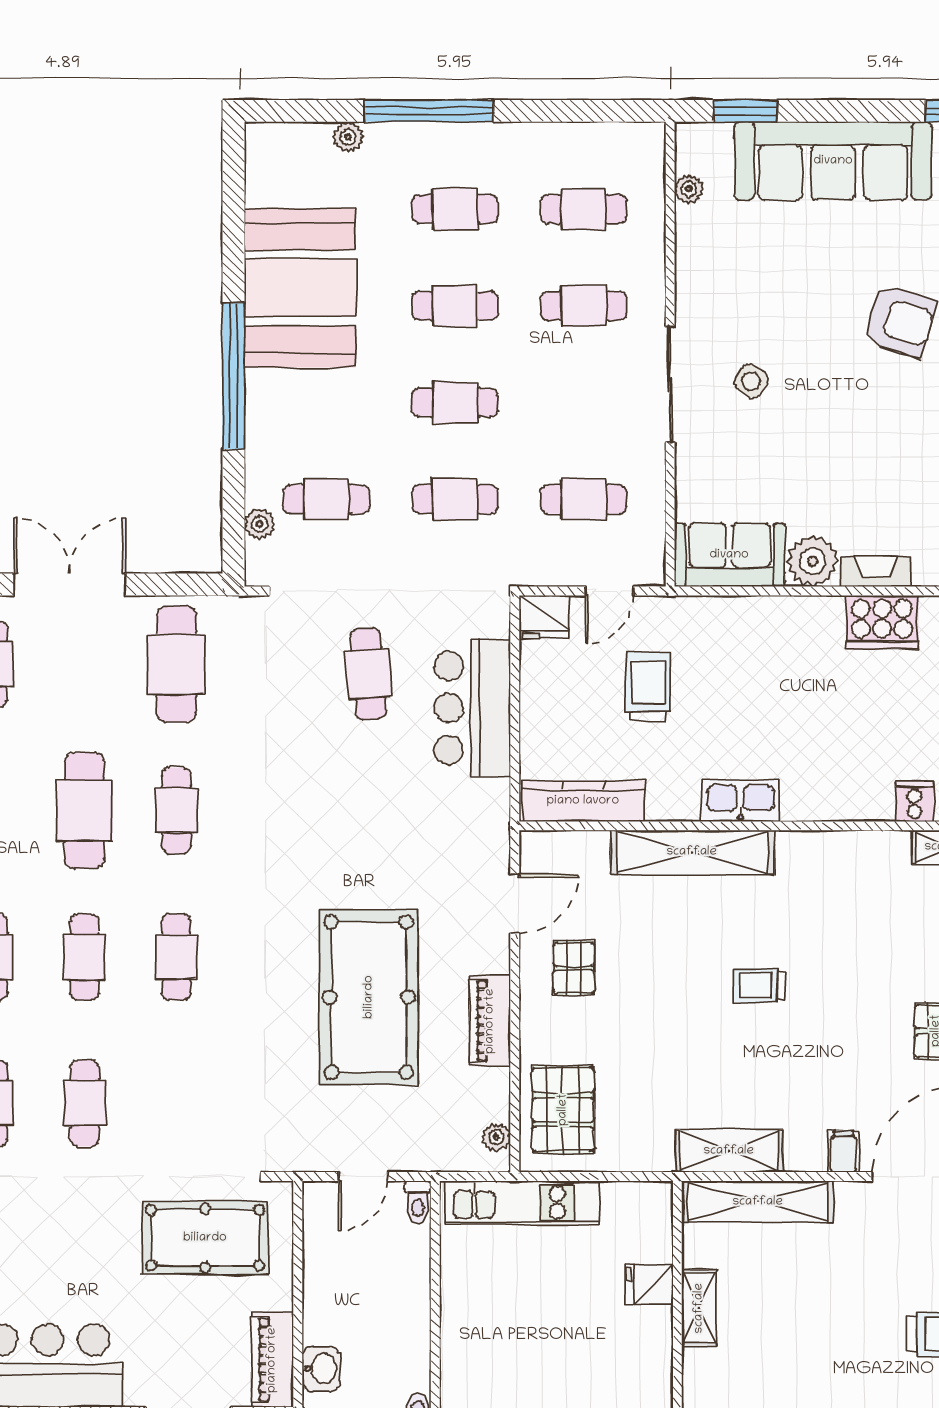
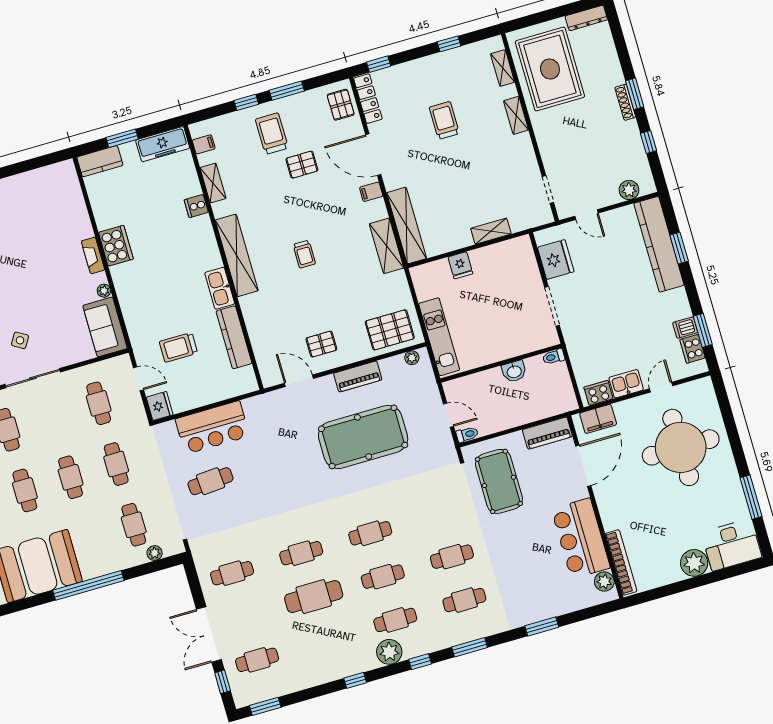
plant: (813, 561) -> (104, 291), width x0.53, depth x0.53
cafe table: (176, 664) -> (232, 573), width x0.73, depth x0.74
kitchen counter: (583, 801) -> (234, 337), moved
shelving: (692, 852) -> (237, 255), moved
toilet: (418, 1202) -> (467, 434), moved
shelving: (699, 1308) -> (491, 231), moved
washbasin: (321, 1369) -> (514, 371), moved, turned 180

